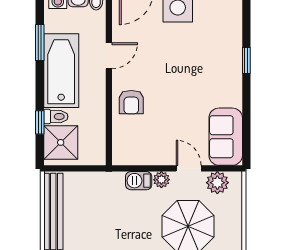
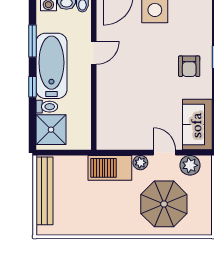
armchair: (131, 102) -> (189, 66), moved
window: (40, 122) -> (32, 87), moved
barbecue: (139, 181) -> (110, 168), width x1.88, depth x1.53

